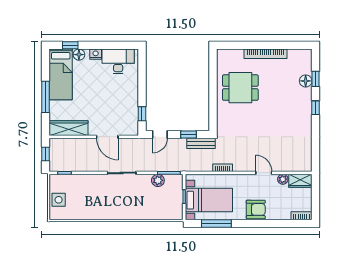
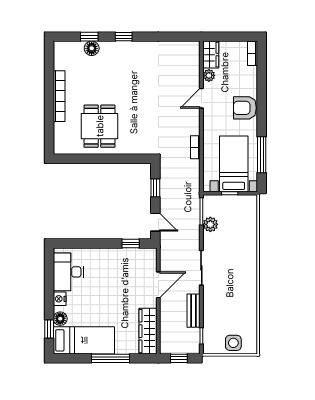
bench: (201, 143) -> (194, 311), moved
armchair: (256, 209) -> (245, 108), turned -90

